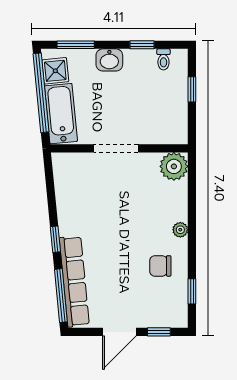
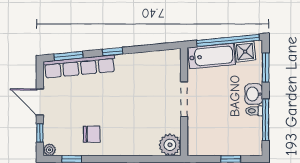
window: (142, 45) -> (266, 120), width x2.17
toilet: (163, 59) -> (254, 111), moved
plant: (180, 230) -> (49, 150), moved
chair: (160, 266) -> (92, 134), turned 90
window: (61, 296) -> (68, 56), width x0.69

